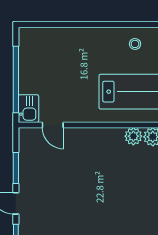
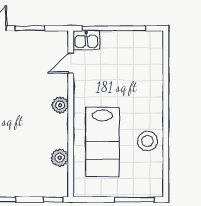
stool: (135, 44) -> (147, 141), width x1.89, depth x1.89
plant: (133, 136) -> (60, 105), moved

